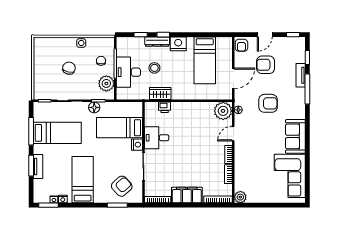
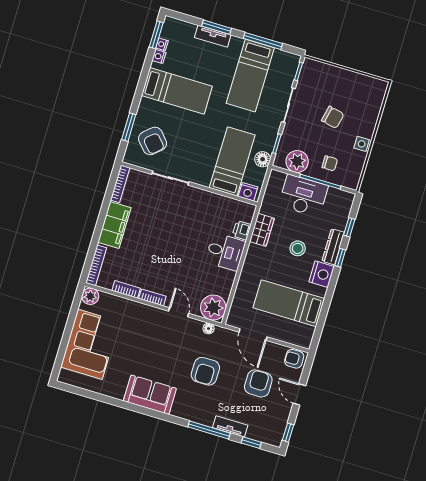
stool: (154, 68) -> (298, 248), moved
floor lamp: (94, 107) -> (263, 159), moved
desk: (157, 138) -> (225, 252), moved, turned 90
nightstand: (137, 145) -> (248, 192), moved
corner sofa: (290, 176) -> (90, 344), moved, turned 90

